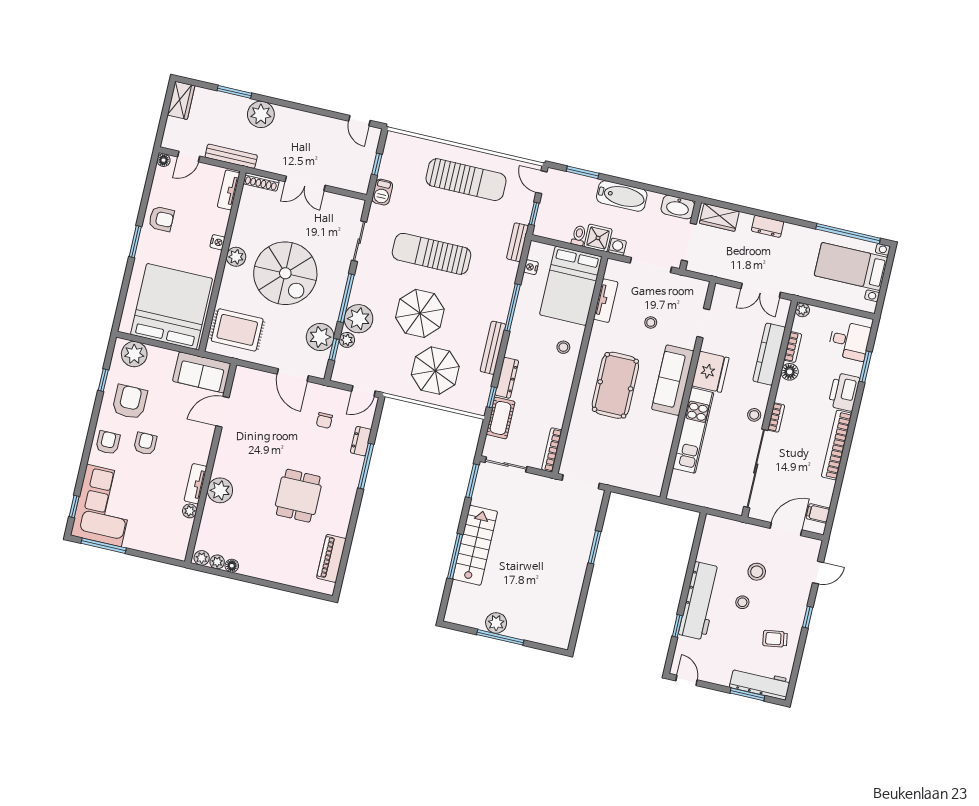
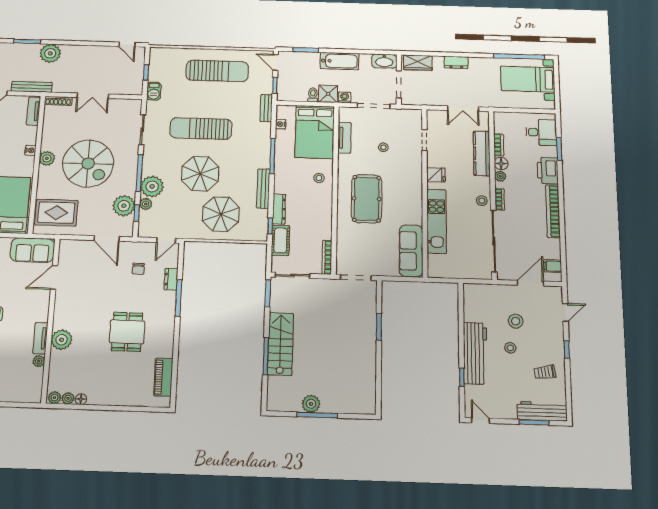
plant: (802, 310) -> (500, 176), moved
fridge: (710, 372) -> (436, 175), width x0.53, depth x0.75
sofa: (673, 380) -> (411, 251), moved

